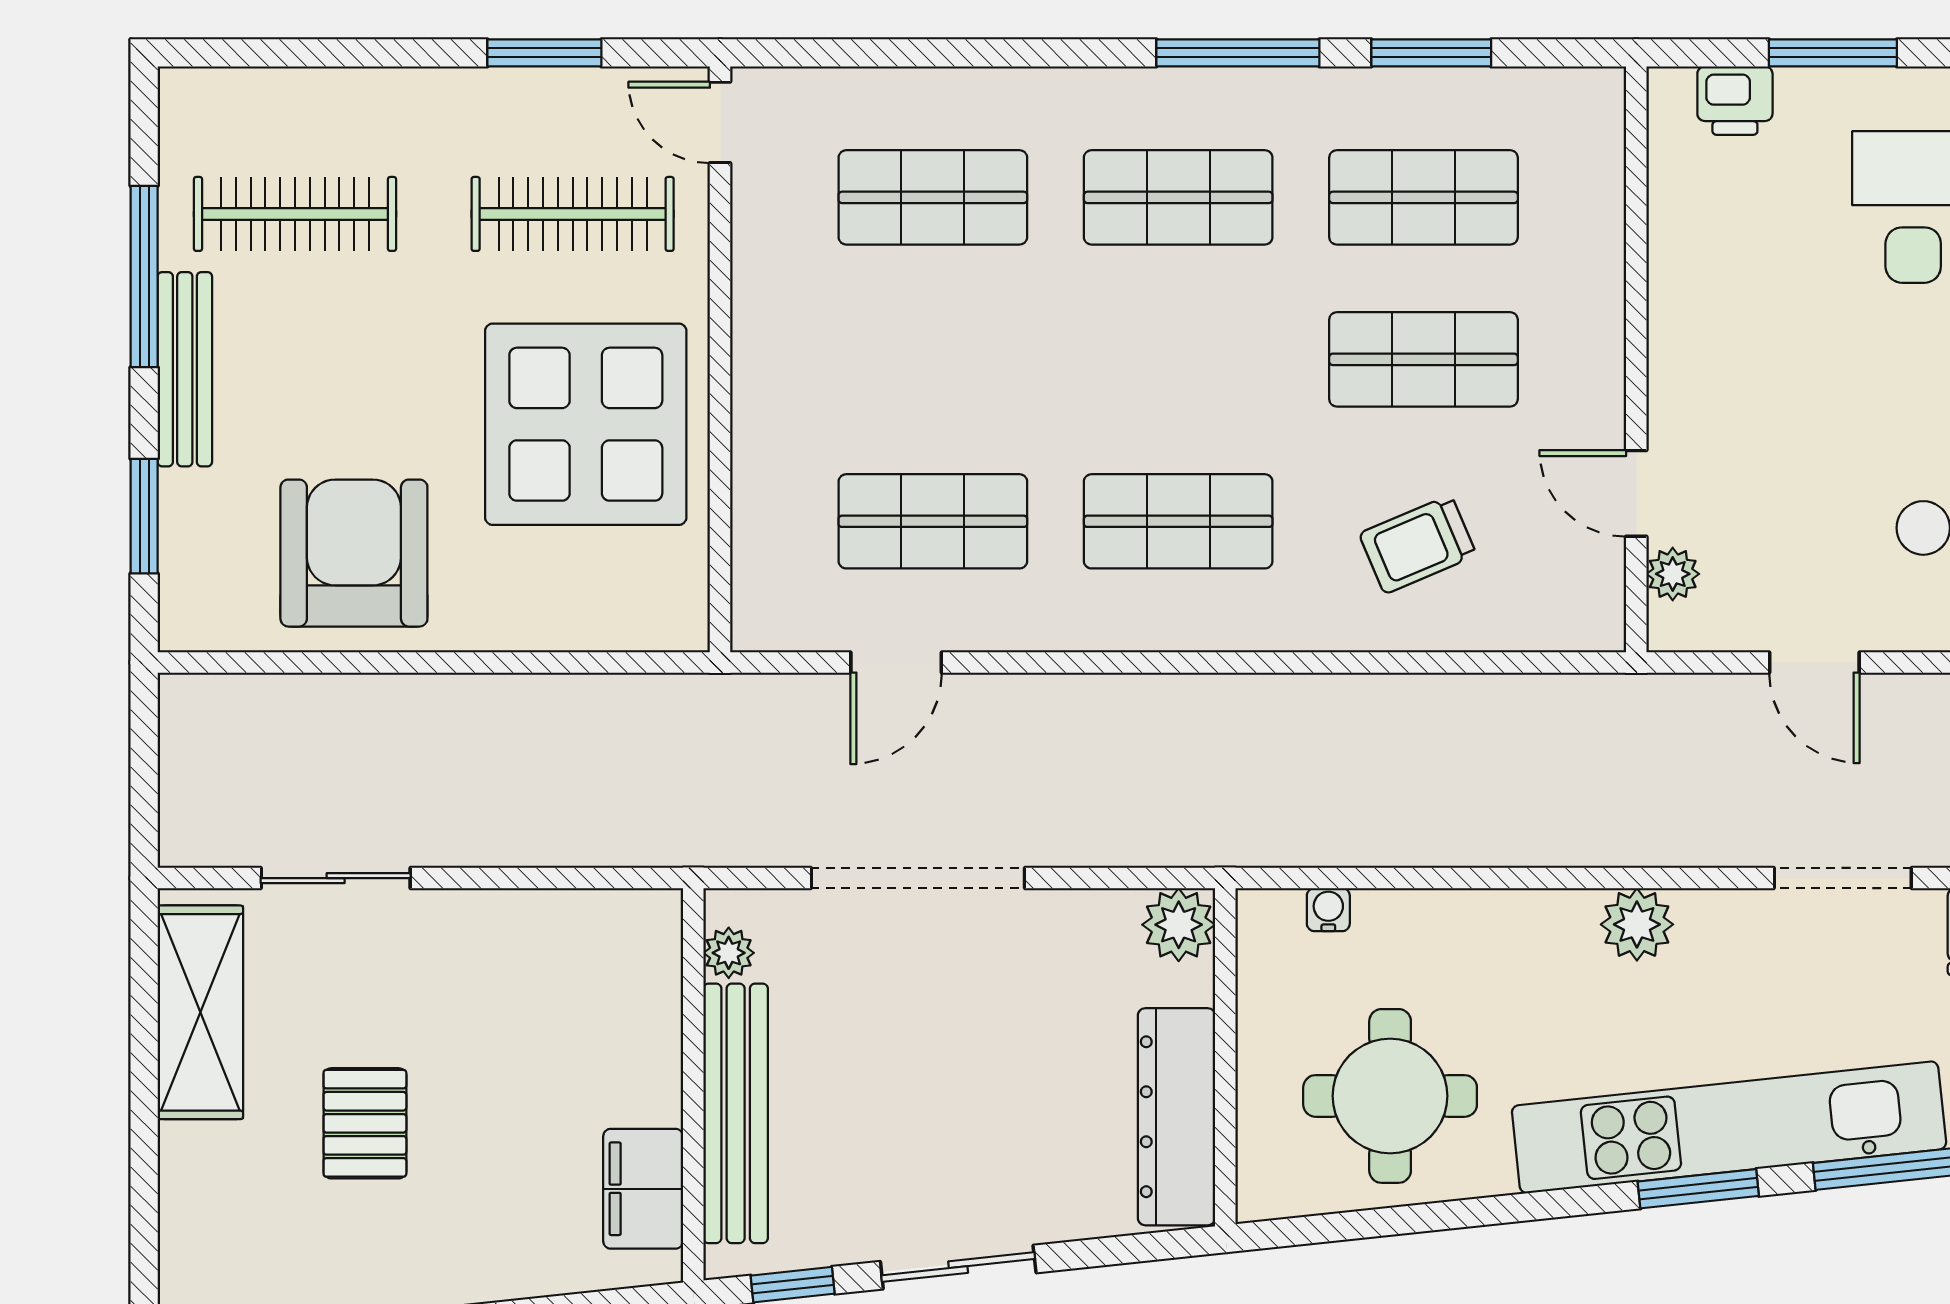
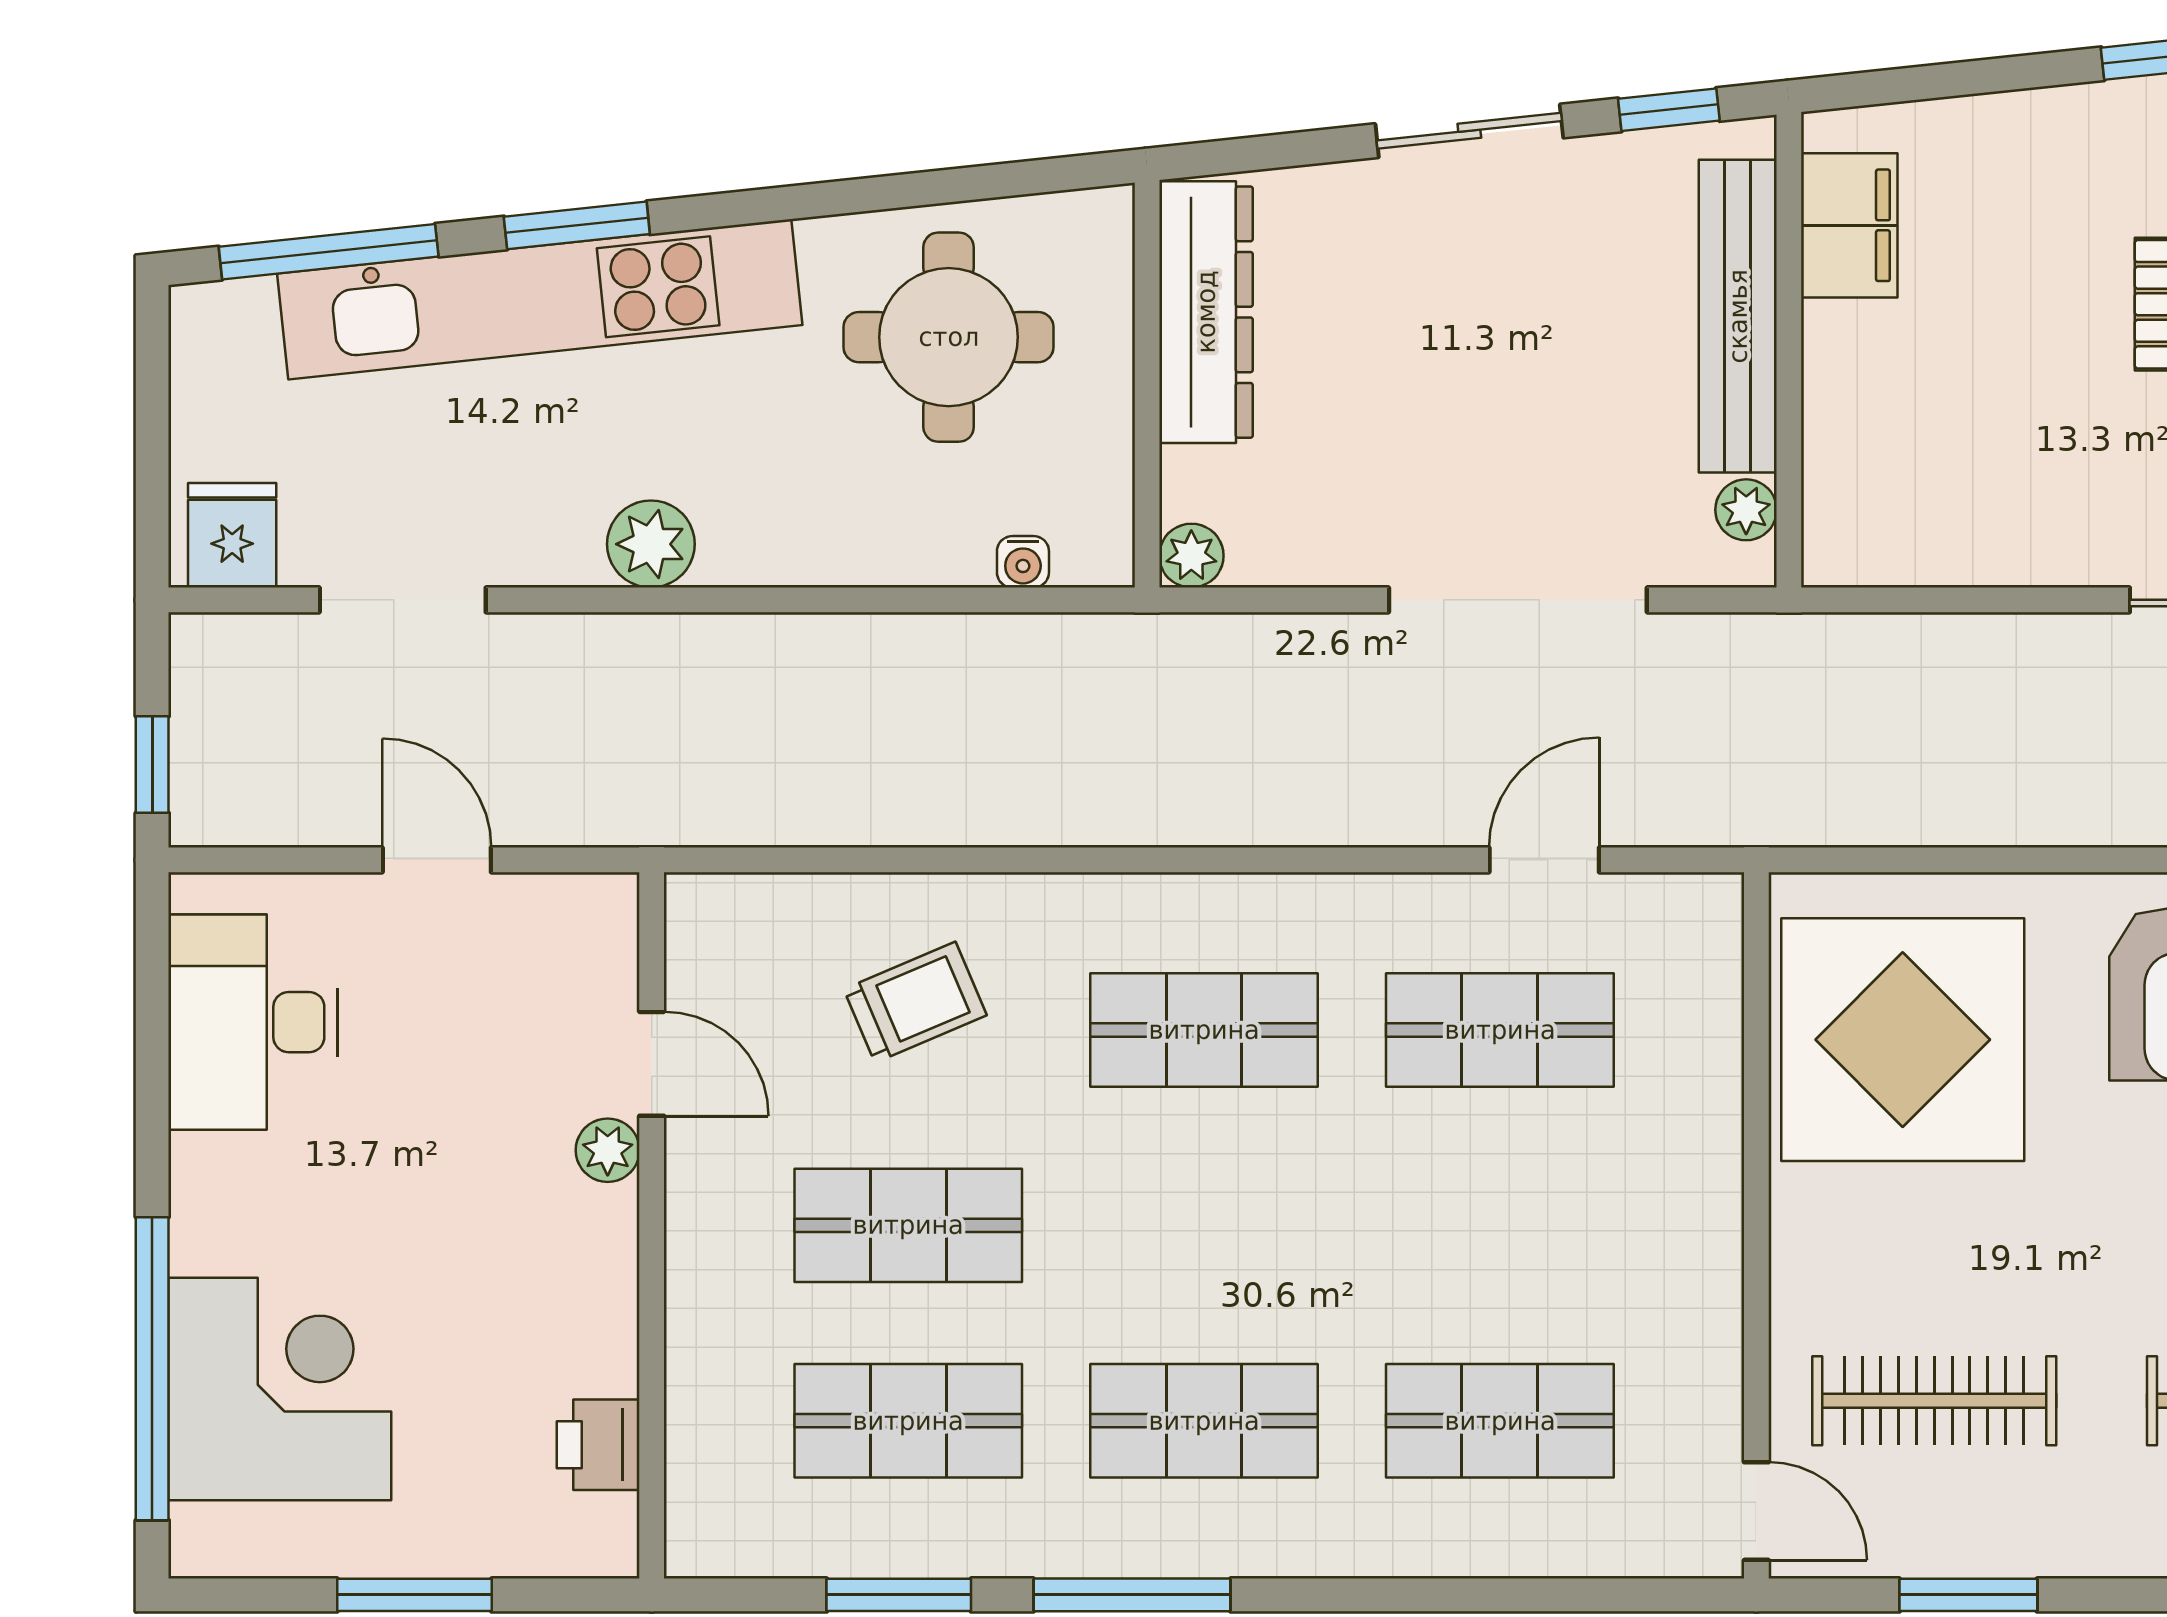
printer: (1735, 101) -> (598, 1445), moved, turned -90
display table: (586, 424) -> (1903, 1040), moved
plant: (1673, 574) -> (608, 1150), moved
plant: (1179, 925) -> (1191, 556), width x0.73, depth x0.73

